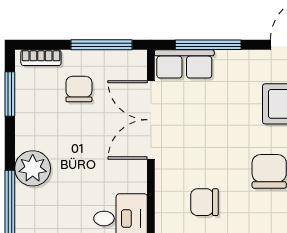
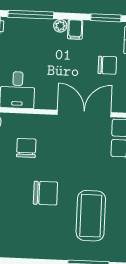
filing cabinet: (29, 138) -> (75, 29), added
plant: (33, 168) -> (60, 26), width x0.53, depth x0.53

